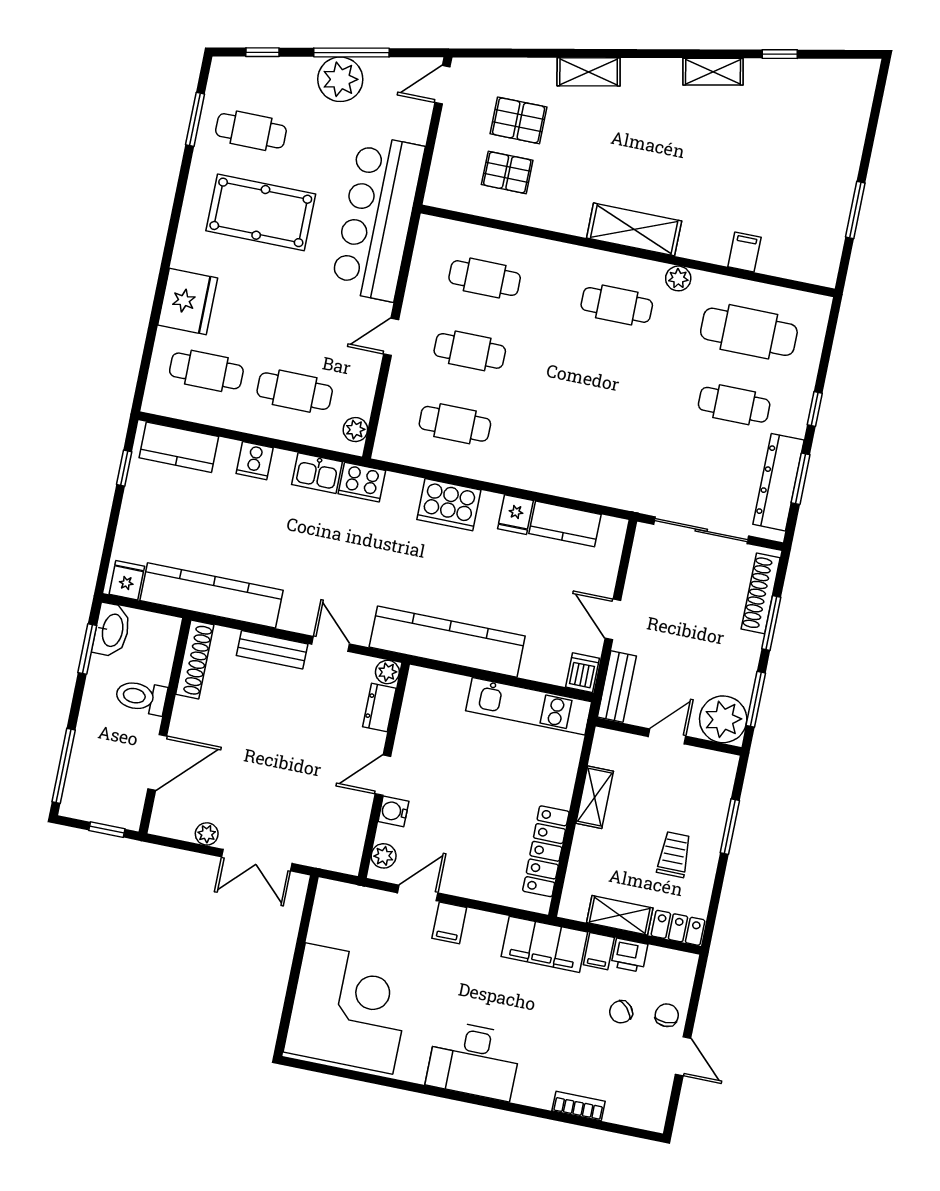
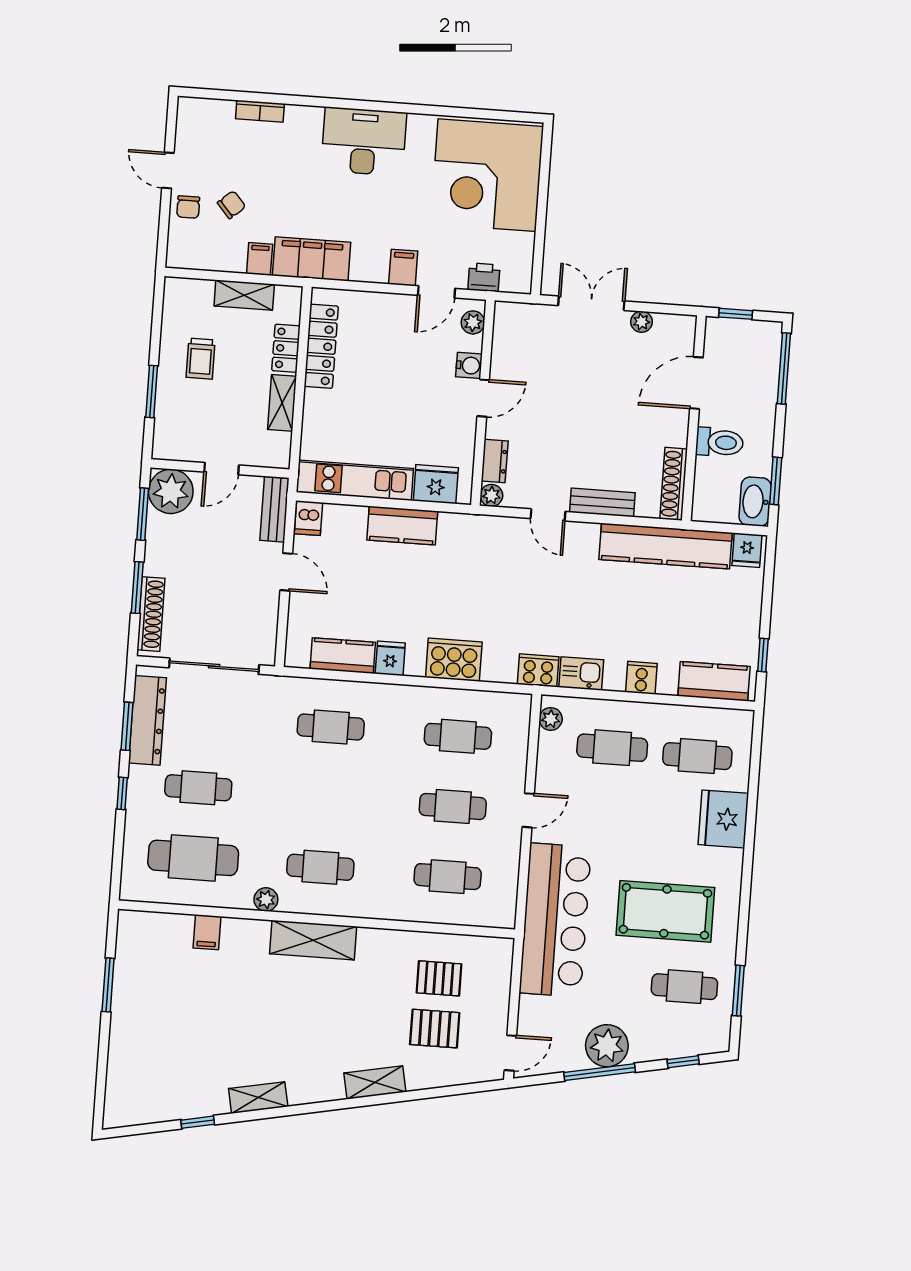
cafe table: (587, 451) -> (331, 727), added
kitchen counter: (447, 642) -> (402, 526), width x0.48, depth x0.86
fridge: (444, 691) -> (436, 484), added
locker: (678, 928) -> (286, 348), moved, turned 90
printer: (629, 955) -> (484, 277), moved

